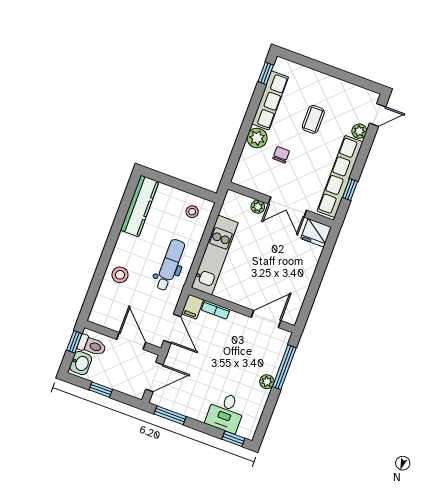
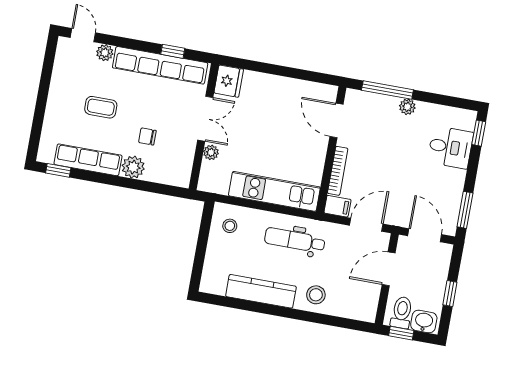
kitchen counter: (140, 206) -> (261, 291), moved
bookcase: (216, 310) -> (338, 171), width x1.56

